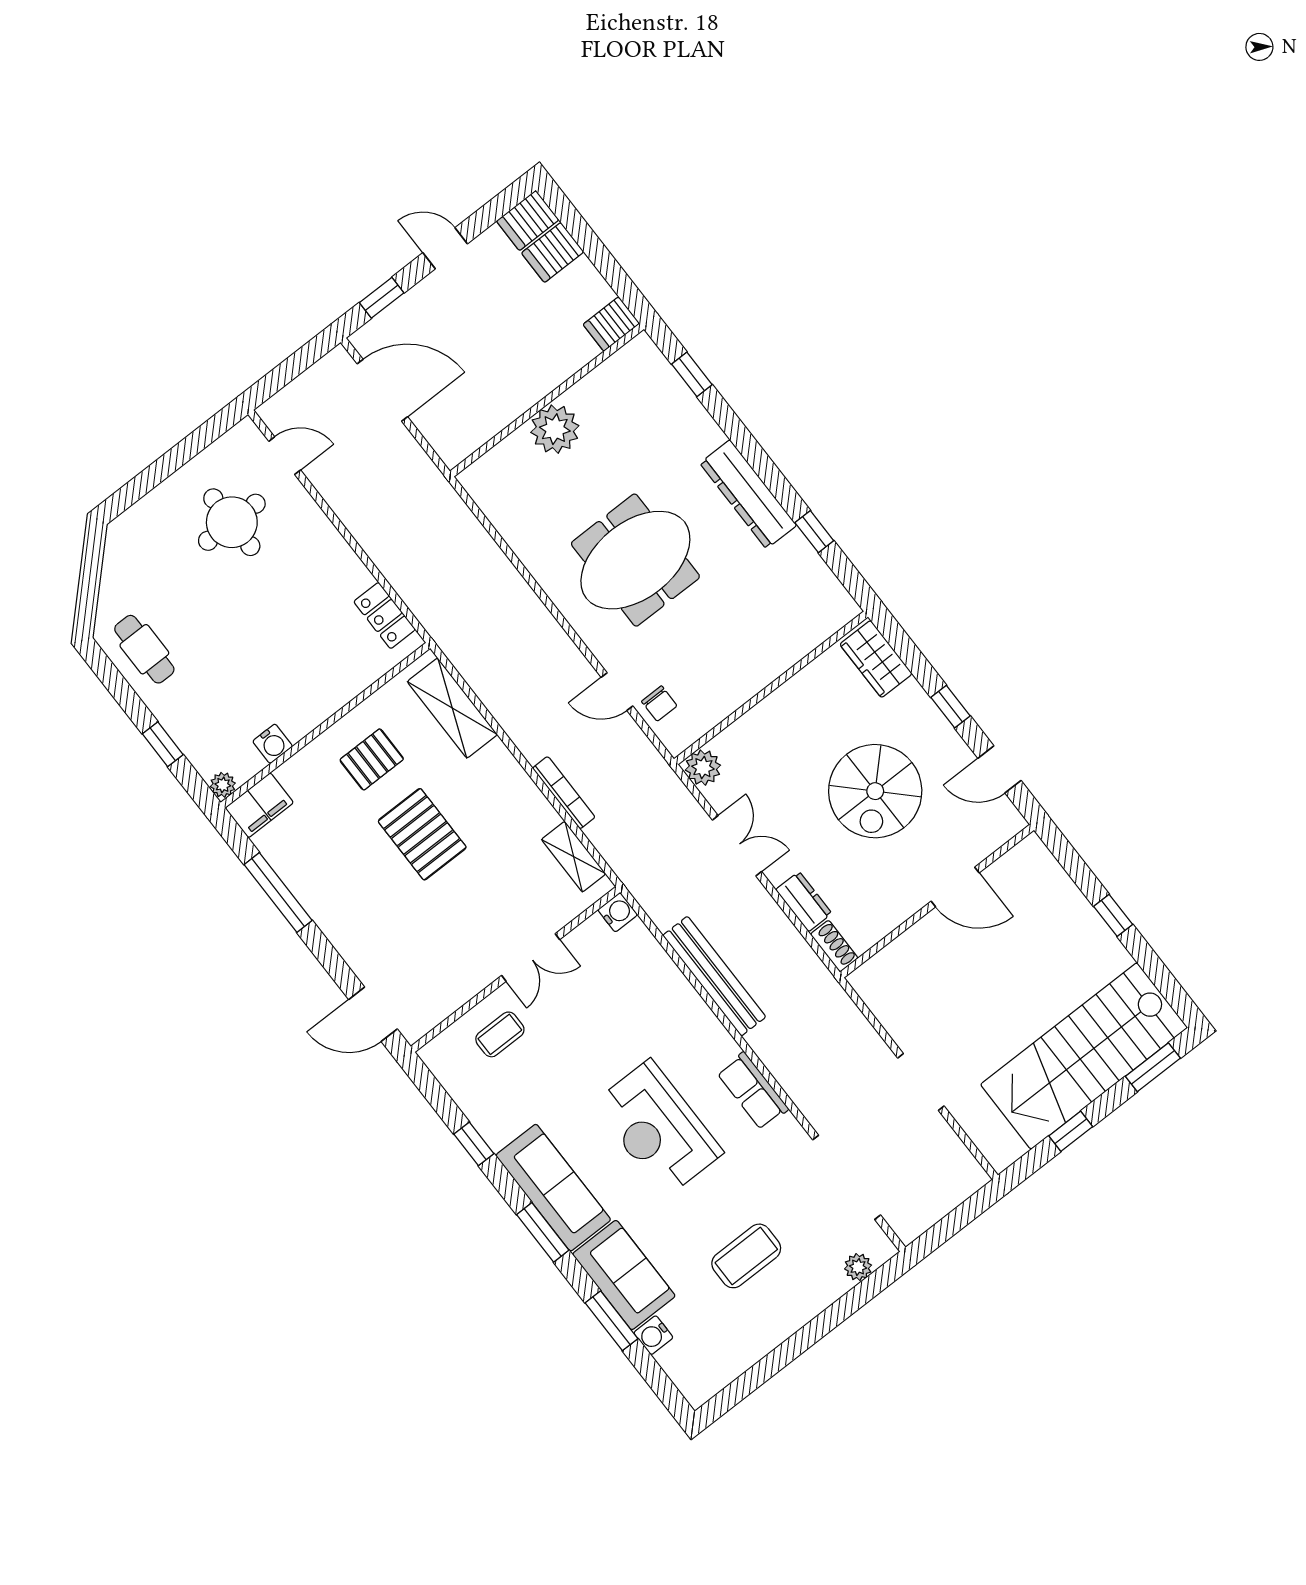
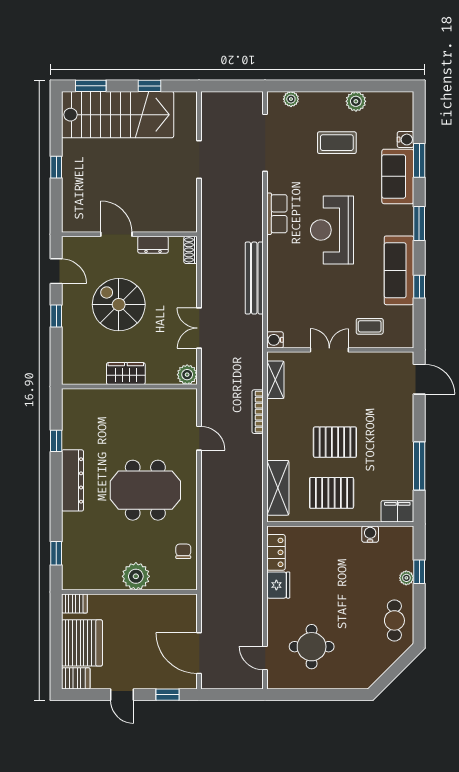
server rack: (553, 252) -> (82, 643), width x2.18, depth x1.44
fridge: (346, 572) -> (278, 585), added
wardrobe: (876, 659) -> (126, 374), moved, turned -90
chair: (659, 704) -> (183, 551), moved
pallet: (372, 759) -> (332, 493), width x1.50, depth x1.42
plant: (223, 785) -> (406, 578), moved
spiral stairs: (875, 791) -> (119, 305), turned -90
pallet: (422, 834) -> (335, 442), turned 90
dresser: (804, 902) -> (153, 245), moved, turned -90
reception desk: (658, 1128) -> (332, 230), turned 180
sofa: (553, 1188) -> (399, 270), moved
plant: (765, 1335) -> (356, 101), added

